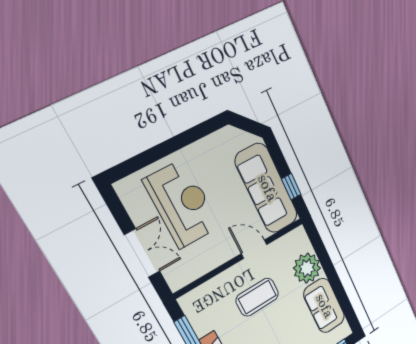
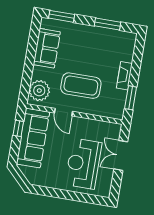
plant: (307, 268) -> (39, 91), moved
coffee table: (257, 297) -> (81, 86), width x1.36, depth x1.32

